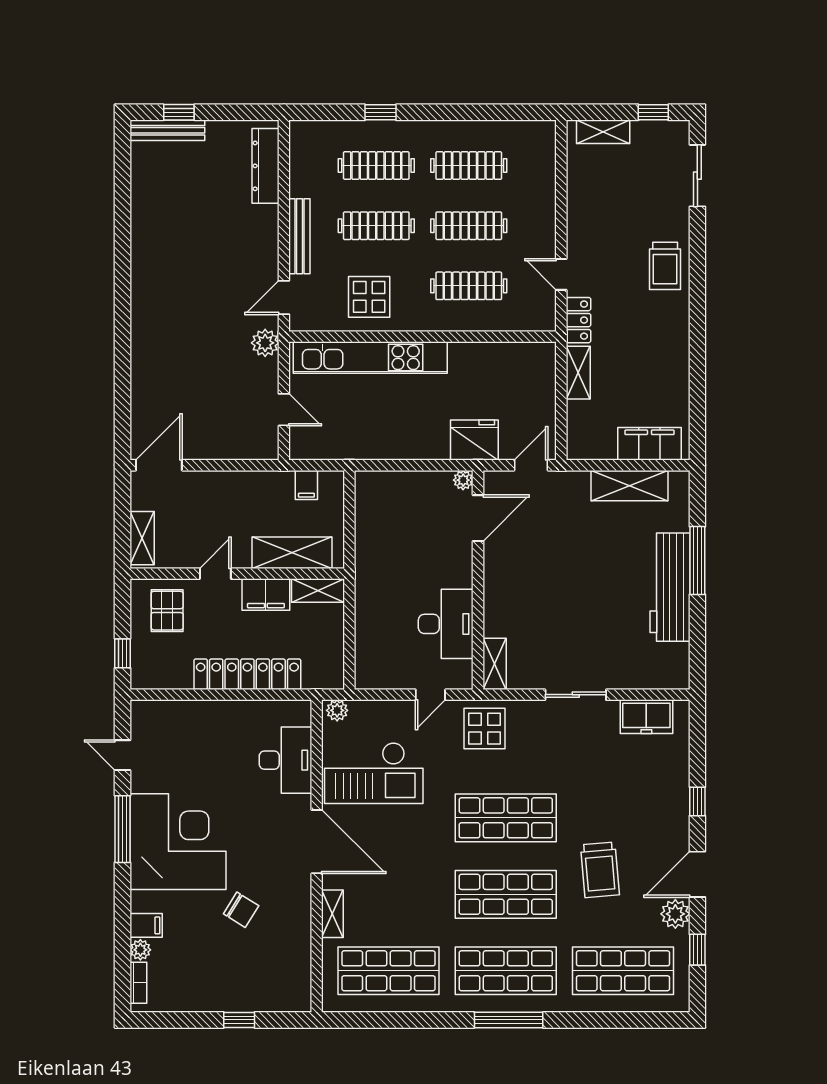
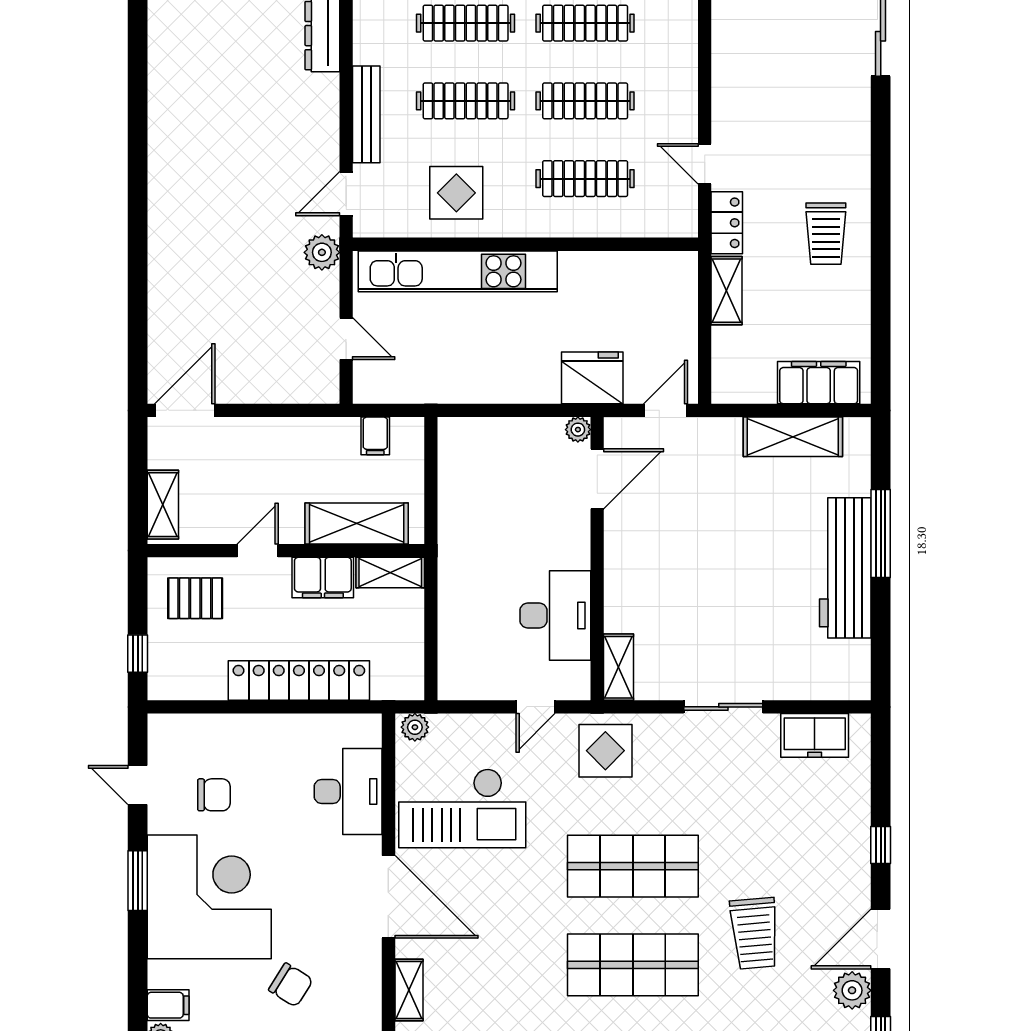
trolley: (665, 266) -> (826, 234), moved
pallet: (167, 611) -> (195, 598), turned 90
chair: (182, 763) -> (214, 795), added
window: (123, 829) -> (138, 881), width x0.69

